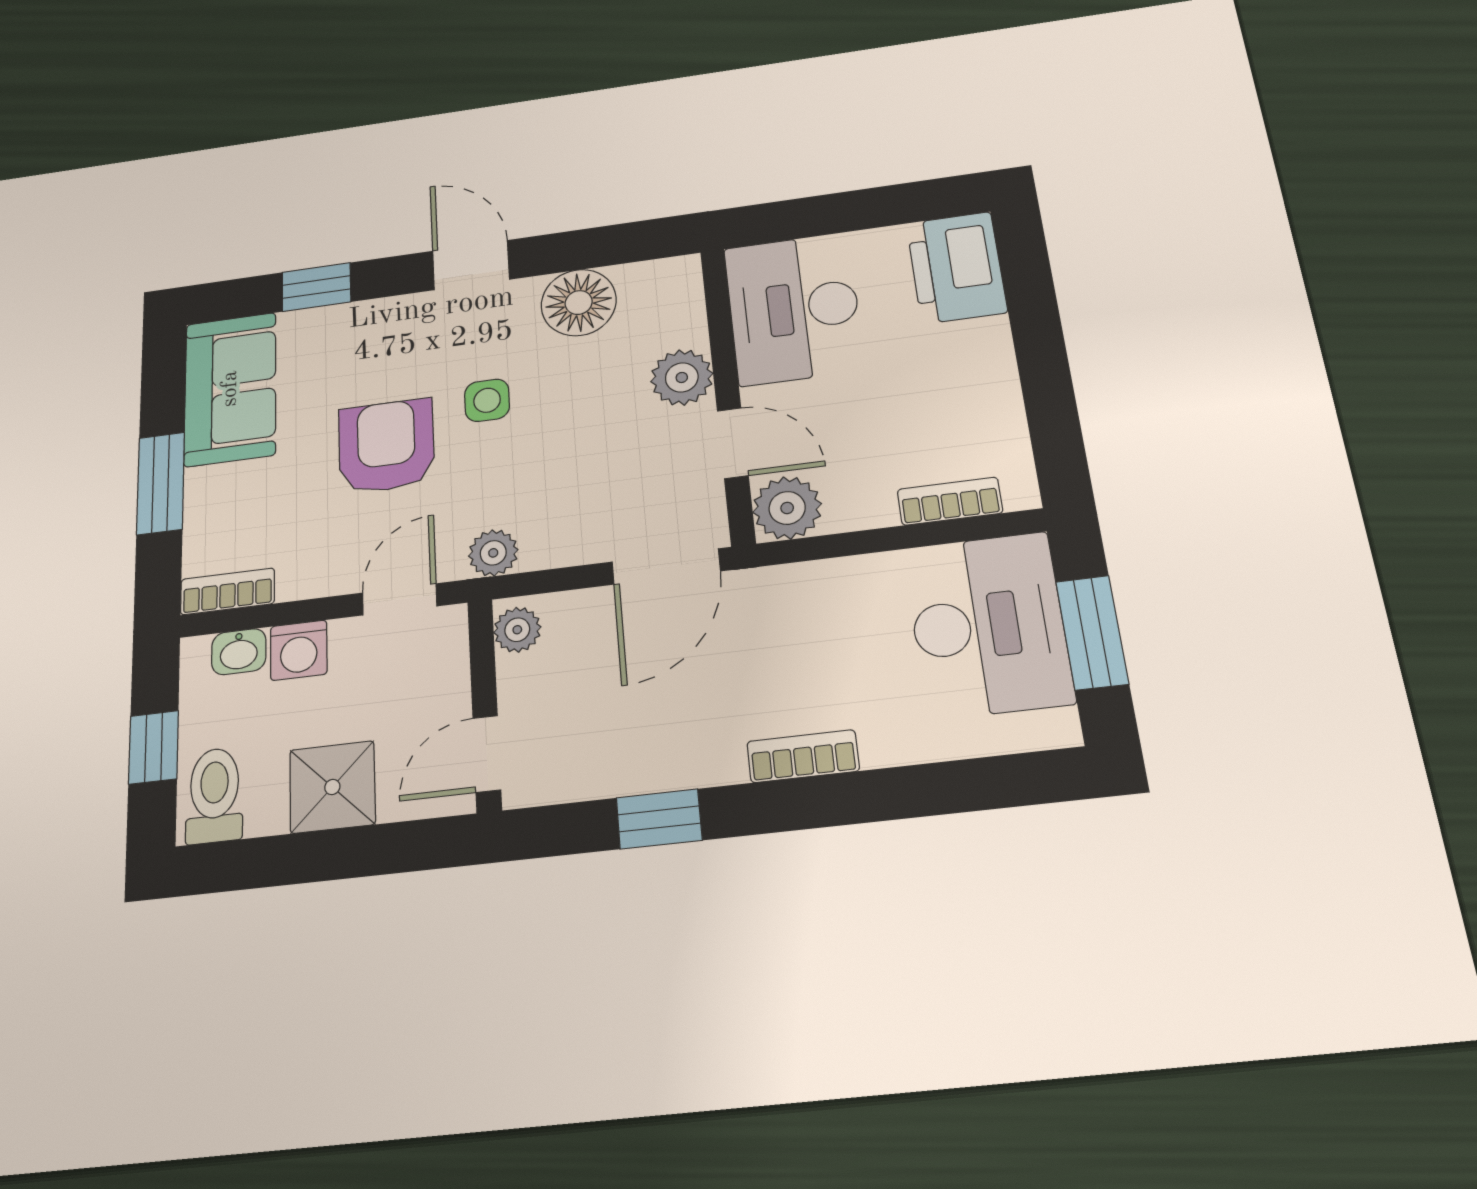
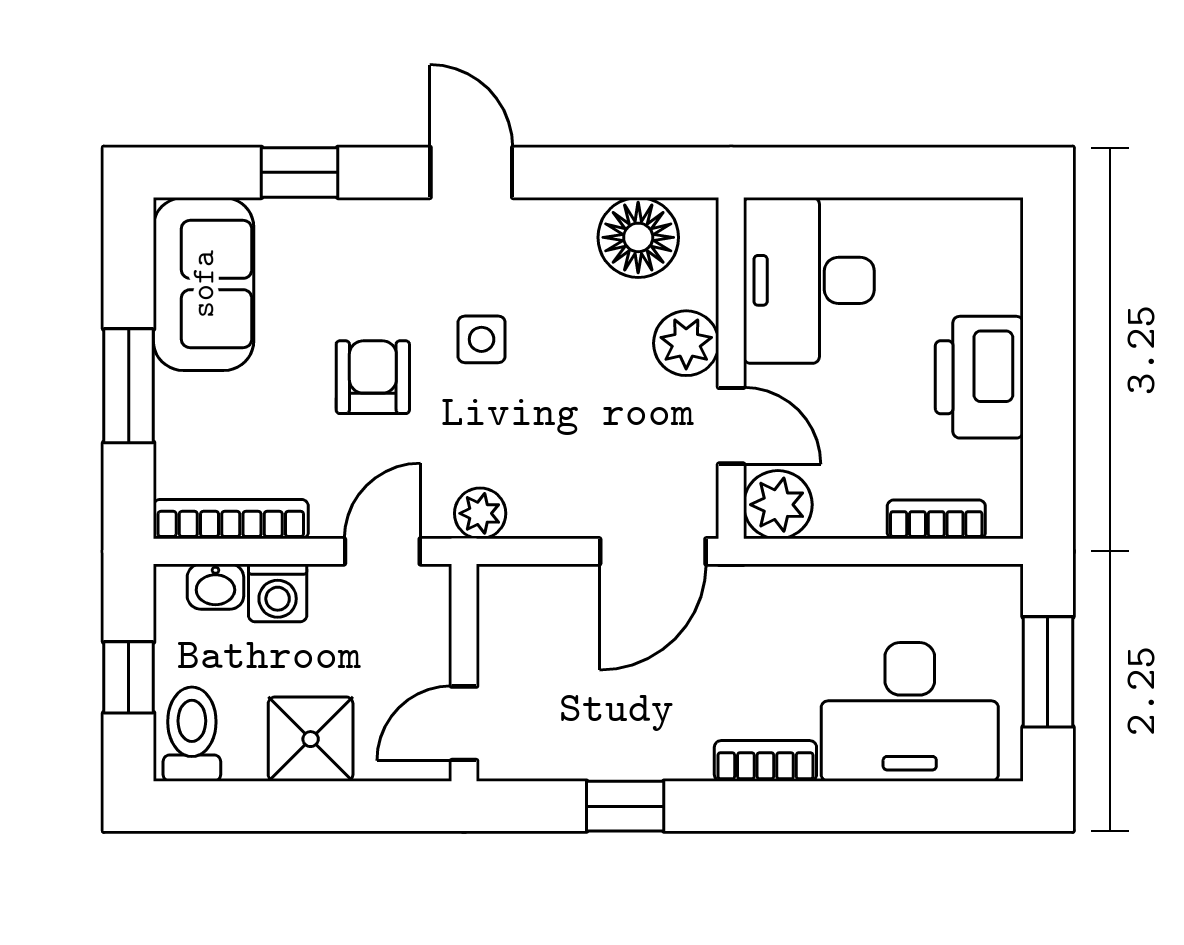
printer: (956, 268) -> (979, 377), moved
floor lamp: (579, 303) -> (638, 237), moved
armchair: (386, 446) -> (373, 377), width x0.72, depth x0.72
bookcase: (227, 591) -> (231, 519), width x1.56
desk: (988, 625) -> (910, 712), moved, turned 90
plant: (517, 630) -> (500, 599), removed

